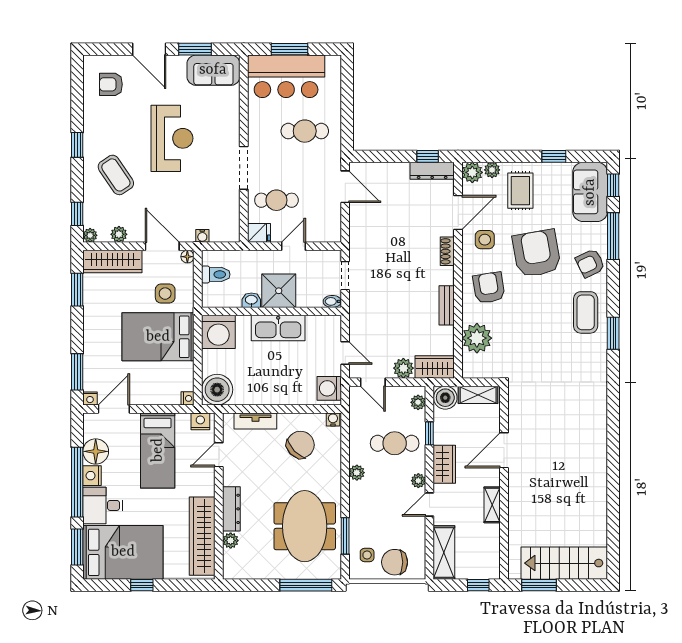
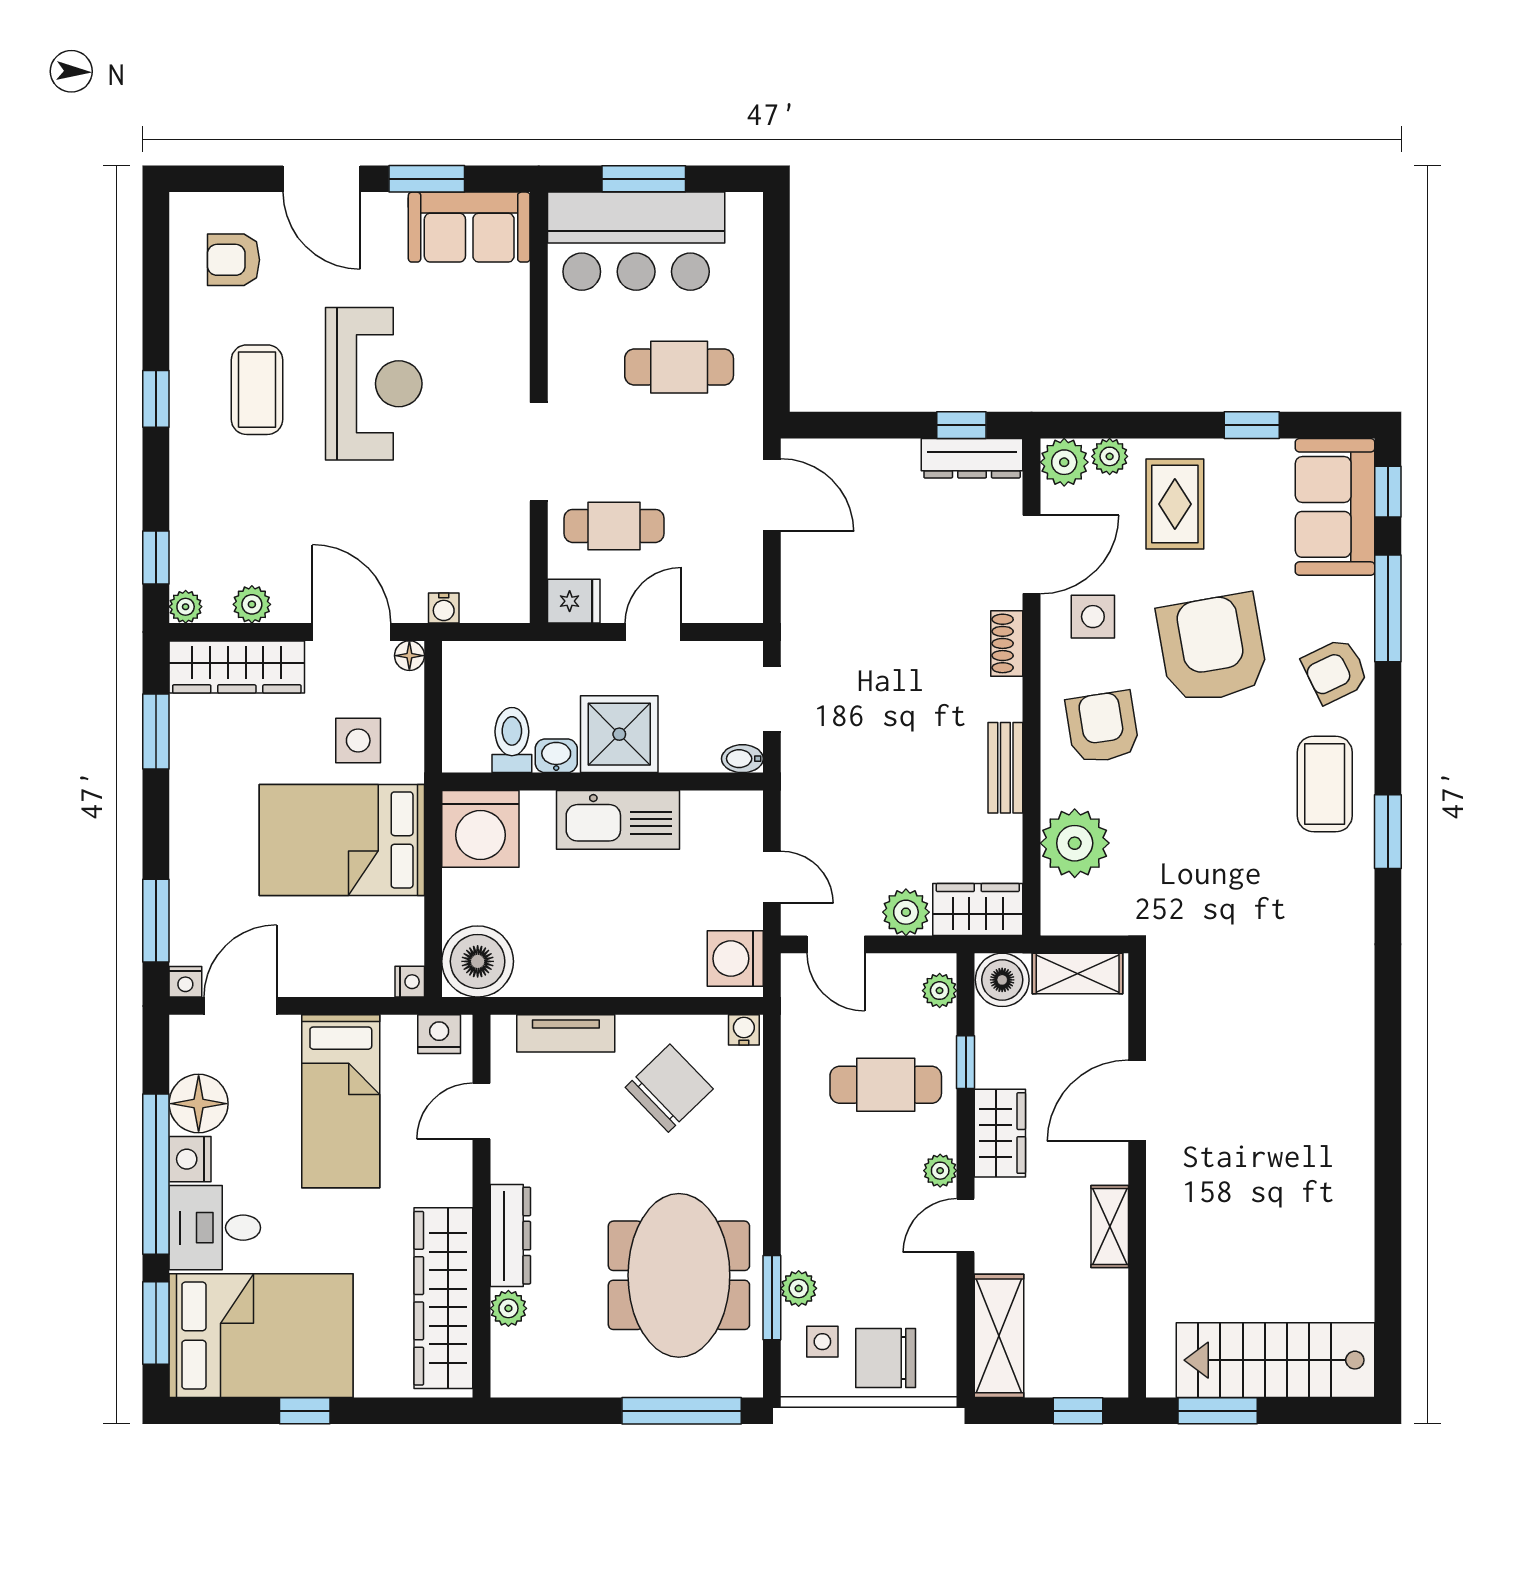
coffee table: (116, 175) -> (257, 390), moved, turned 34
toilet: (216, 274) -> (512, 740), moved, turned -90
plant: (357, 473) -> (799, 1288), moved

